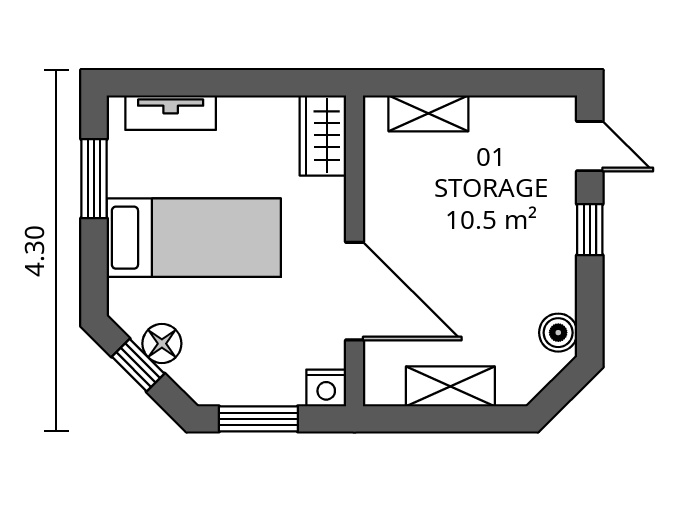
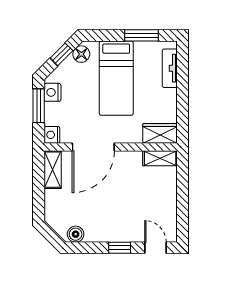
shelving: (428, 113) -> (160, 158), moved, turned 90
door: (590, 146) -> (155, 248), swing flipped
floor lamp: (162, 344) -> (81, 54), moved
shelving: (450, 386) -> (53, 170), moved
nightstand: (227, 387) -> (52, 92), added

